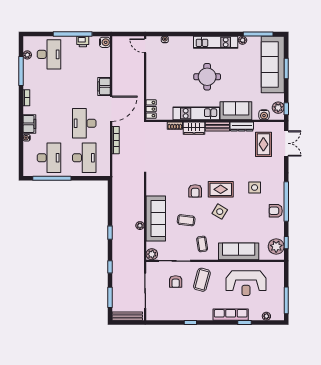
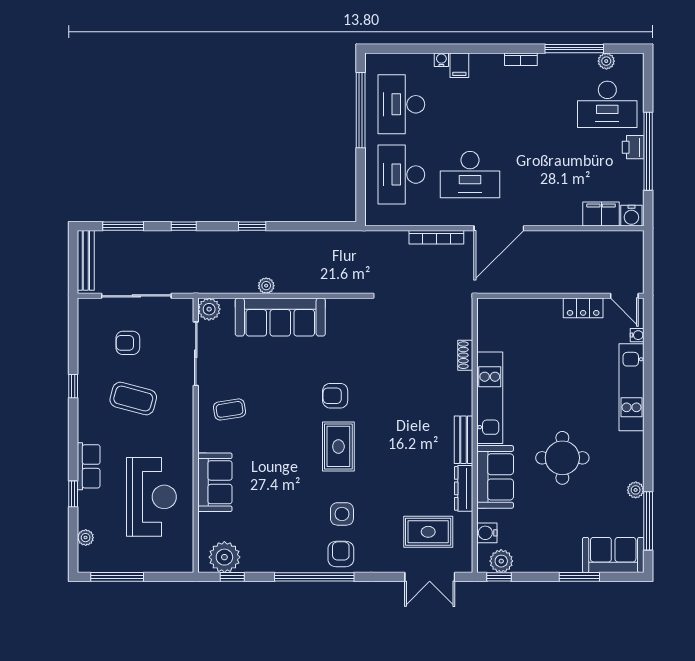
printer: (83, 41) -> (633, 147), moved
kitchen unit: (216, 42) -> (632, 387), moved
door: (145, 46) -> (624, 296), swing flipped
sofa: (273, 64) -> (613, 555), width x0.54, depth x0.79
round table: (207, 77) -> (562, 458), moved
filing cabinet: (104, 86) -> (601, 214), moved
door: (111, 109) -> (499, 228), hinge flipped
locker: (151, 109) -> (583, 308), moved
desk: (84, 123) -> (470, 175), turned 180
filing cabinet: (29, 124) -> (459, 65), width x0.50
wardrobe: (194, 128) -> (460, 393), removed
desk: (49, 158) -> (401, 104), turned 90
desk: (84, 158) -> (401, 175), turned 90
armchair: (276, 211) -> (341, 554), moved
side table: (220, 212) -> (294, 445), removed
coffee table: (186, 220) -> (277, 378), removed
sofa: (239, 251) -> (215, 482), width x0.73
coffee table: (202, 280) -> (133, 398), moved
armchair: (176, 282) -> (128, 343), moved
reception desk: (246, 283) -> (151, 497), turned 180
row of seats: (231, 315) -> (89, 466), width x0.68

